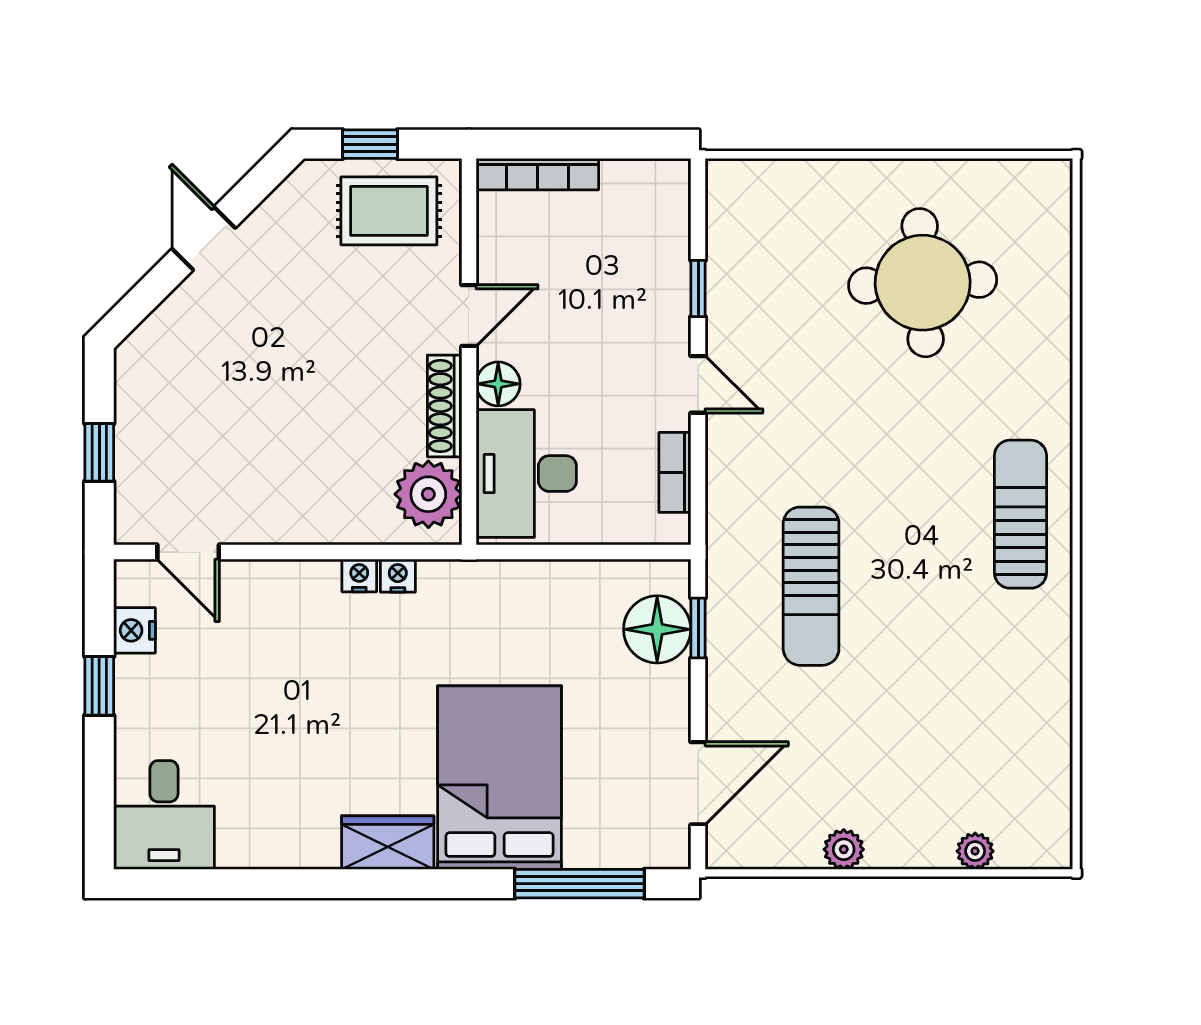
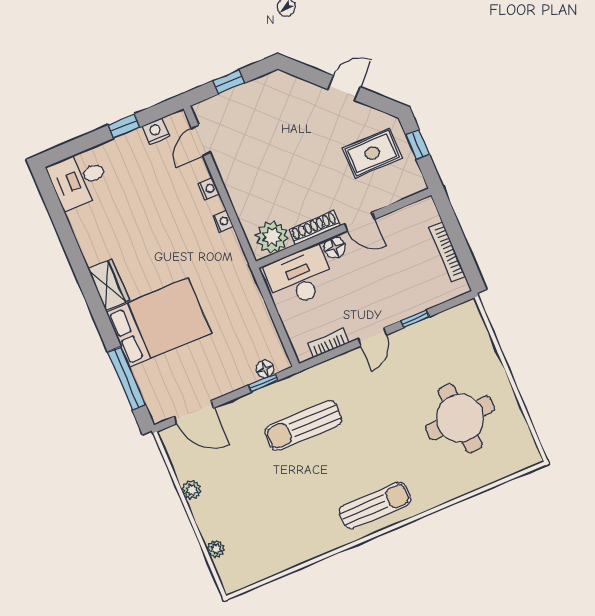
bookcase: (537, 174) -> (447, 252), moved
rug: (389, 211) -> (372, 153), moved, turned 90
nightstand: (398, 576) -> (209, 189), moved
floor lamp: (657, 629) -> (265, 369), width x0.53, depth x0.53

